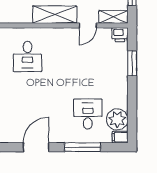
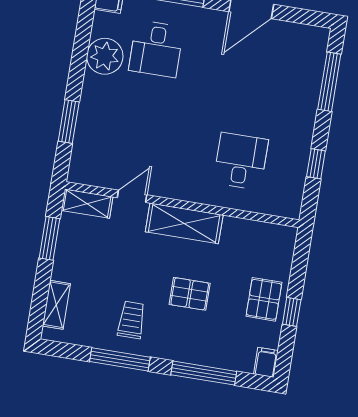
printer: (120, 35) -> (81, 172), removed
plant: (117, 119) -> (105, 56), moved

